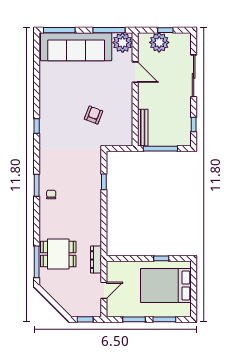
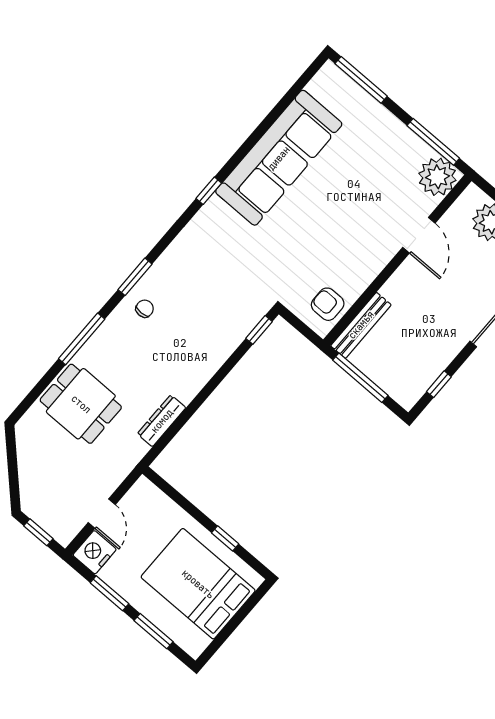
sofa: (76, 47) -> (279, 158), moved, turned -90
armchair: (94, 115) -> (328, 304), moved, turned -111
window: (104, 182) -> (259, 330), moved
dresser: (96, 260) -> (162, 421), moved
window: (37, 262) -> (82, 339), moved
door: (104, 290) -> (102, 514), hinge flipped
nightstand: (114, 308) -> (95, 552), added

